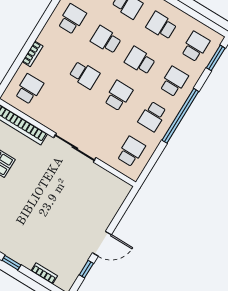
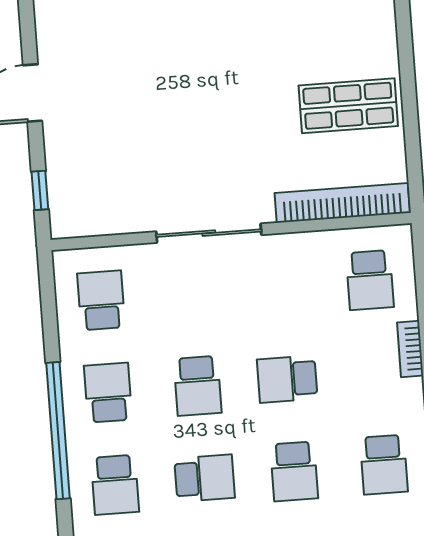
school desk: (106, 40) -> (294, 471), turned 90
school desk: (131, 151) -> (101, 300), turned 180
window: (86, 269) -> (40, 190), moved

